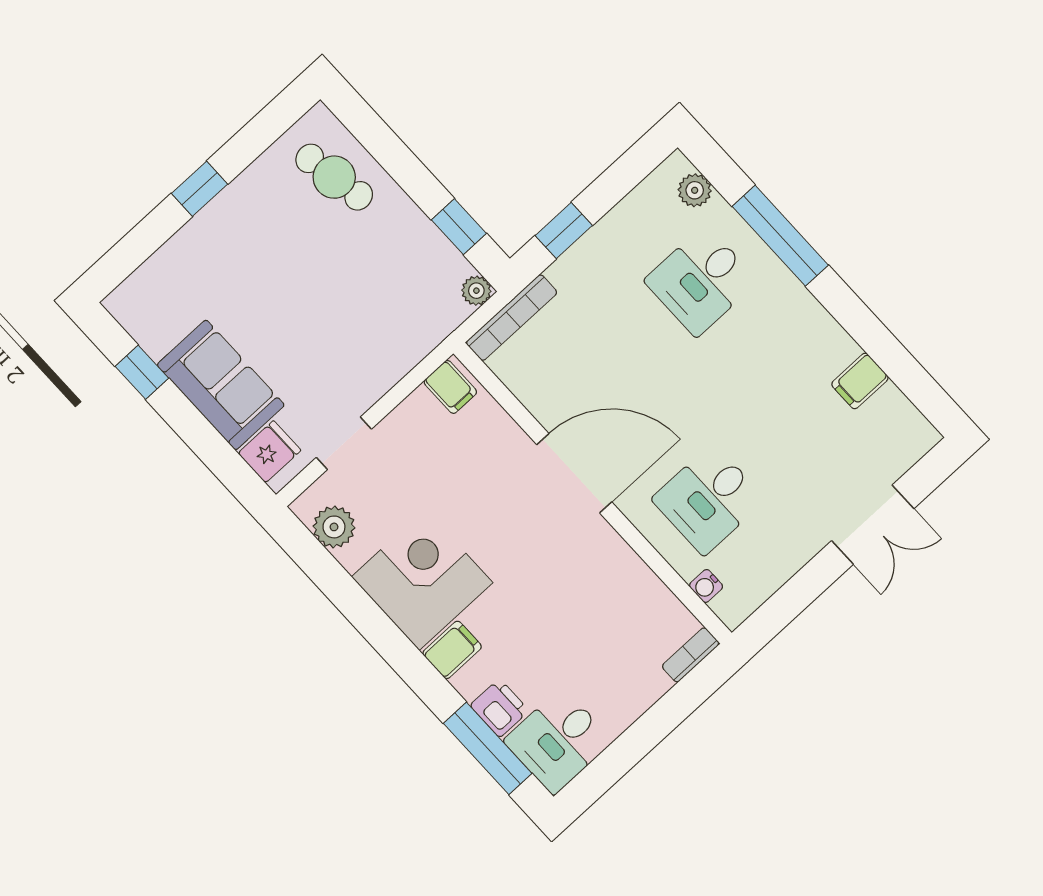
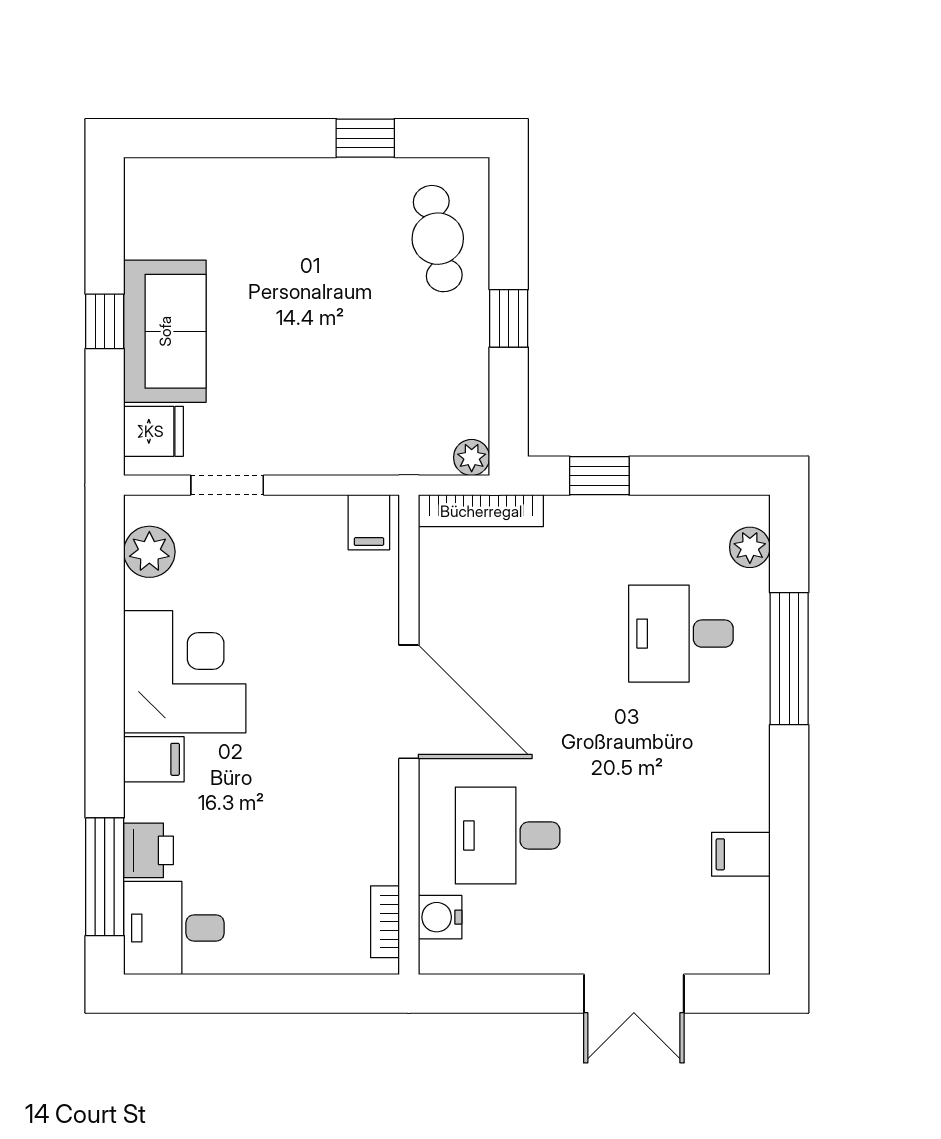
window: (200, 189) -> (365, 138), moved
window: (459, 227) -> (509, 318), moved
window: (142, 372) -> (105, 321), moved
water cooler: (706, 586) -> (440, 917), width x1.38, depth x1.38
bookcase: (691, 655) -> (385, 922), moved, turned -90

